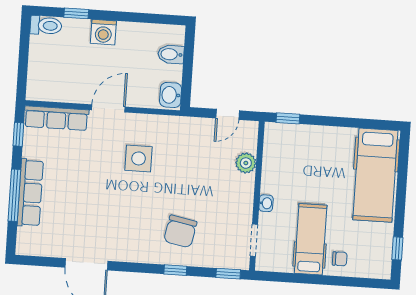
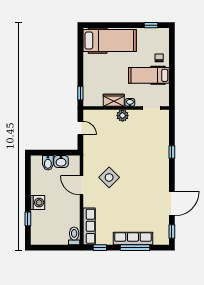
toilet: (46, 26) -> (74, 236), moved
washbasin: (171, 95) -> (61, 161), moved
door: (108, 108) -> (81, 185), moved
side table: (139, 158) -> (109, 177), turned 45
plant: (246, 163) -> (122, 116), moved
wardrobe: (272, 175) -> (114, 100), added
chair: (180, 231) -> (149, 151), removed
window: (228, 274) -> (172, 231), moved

